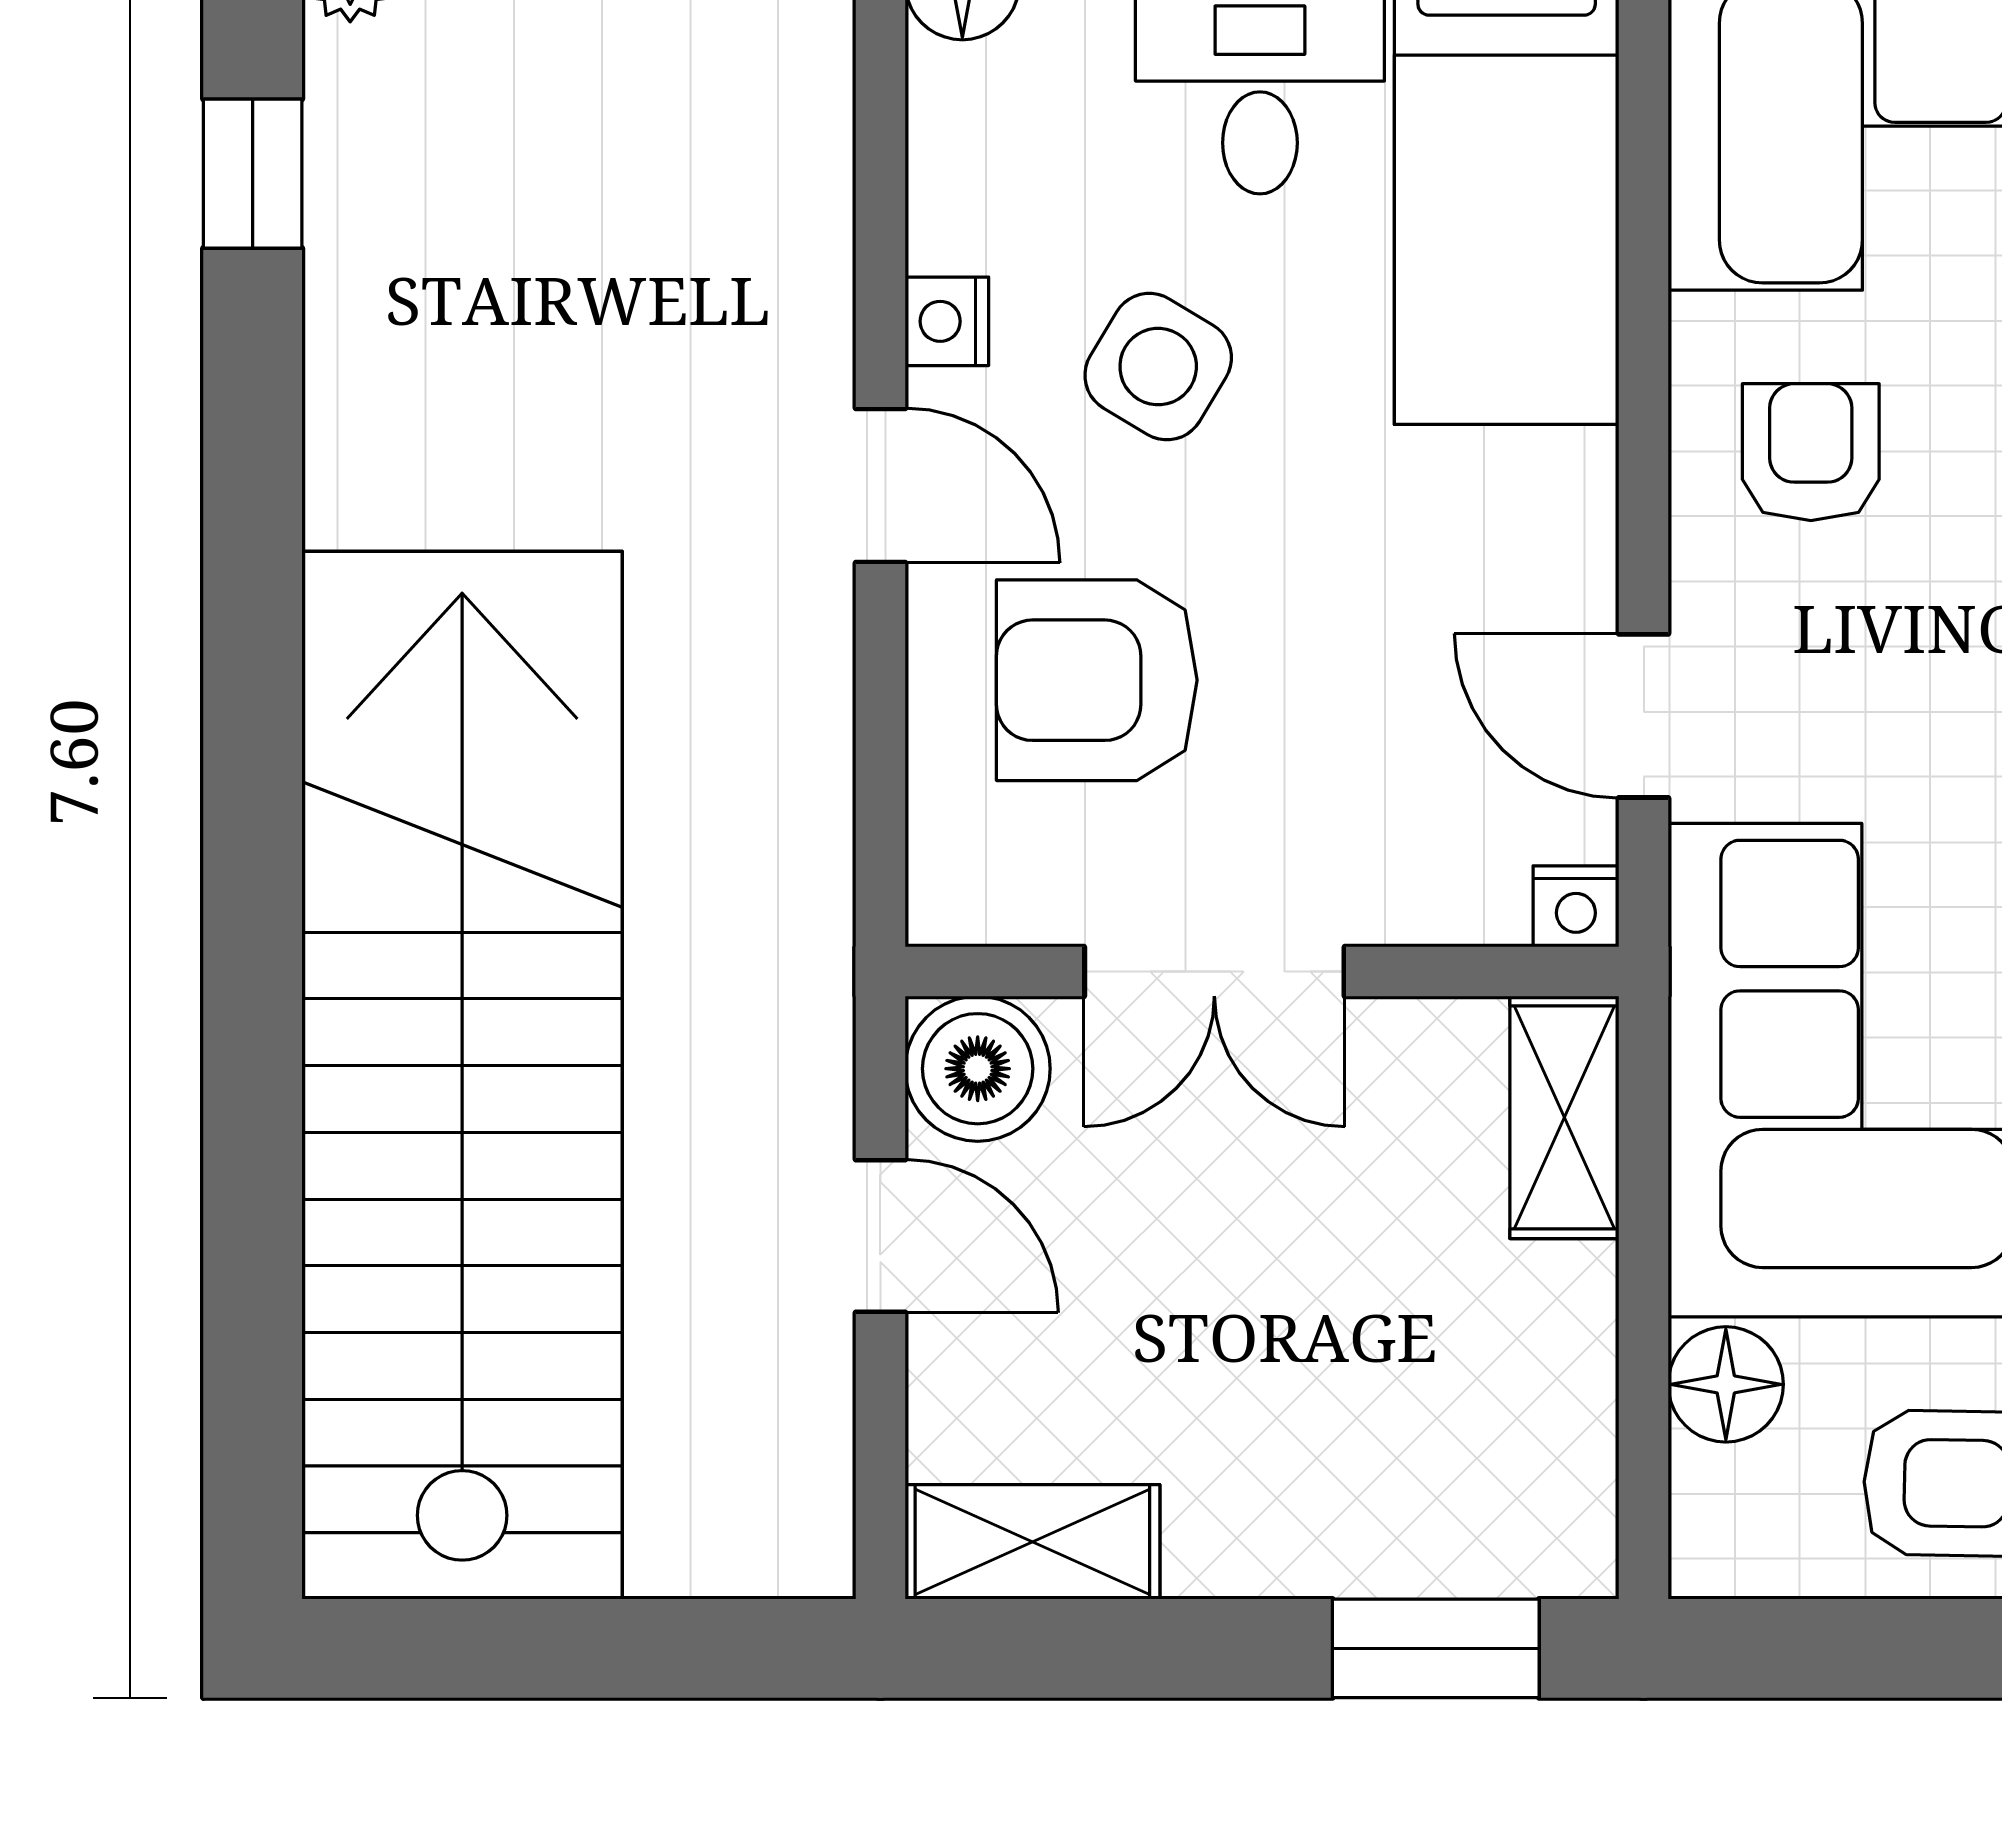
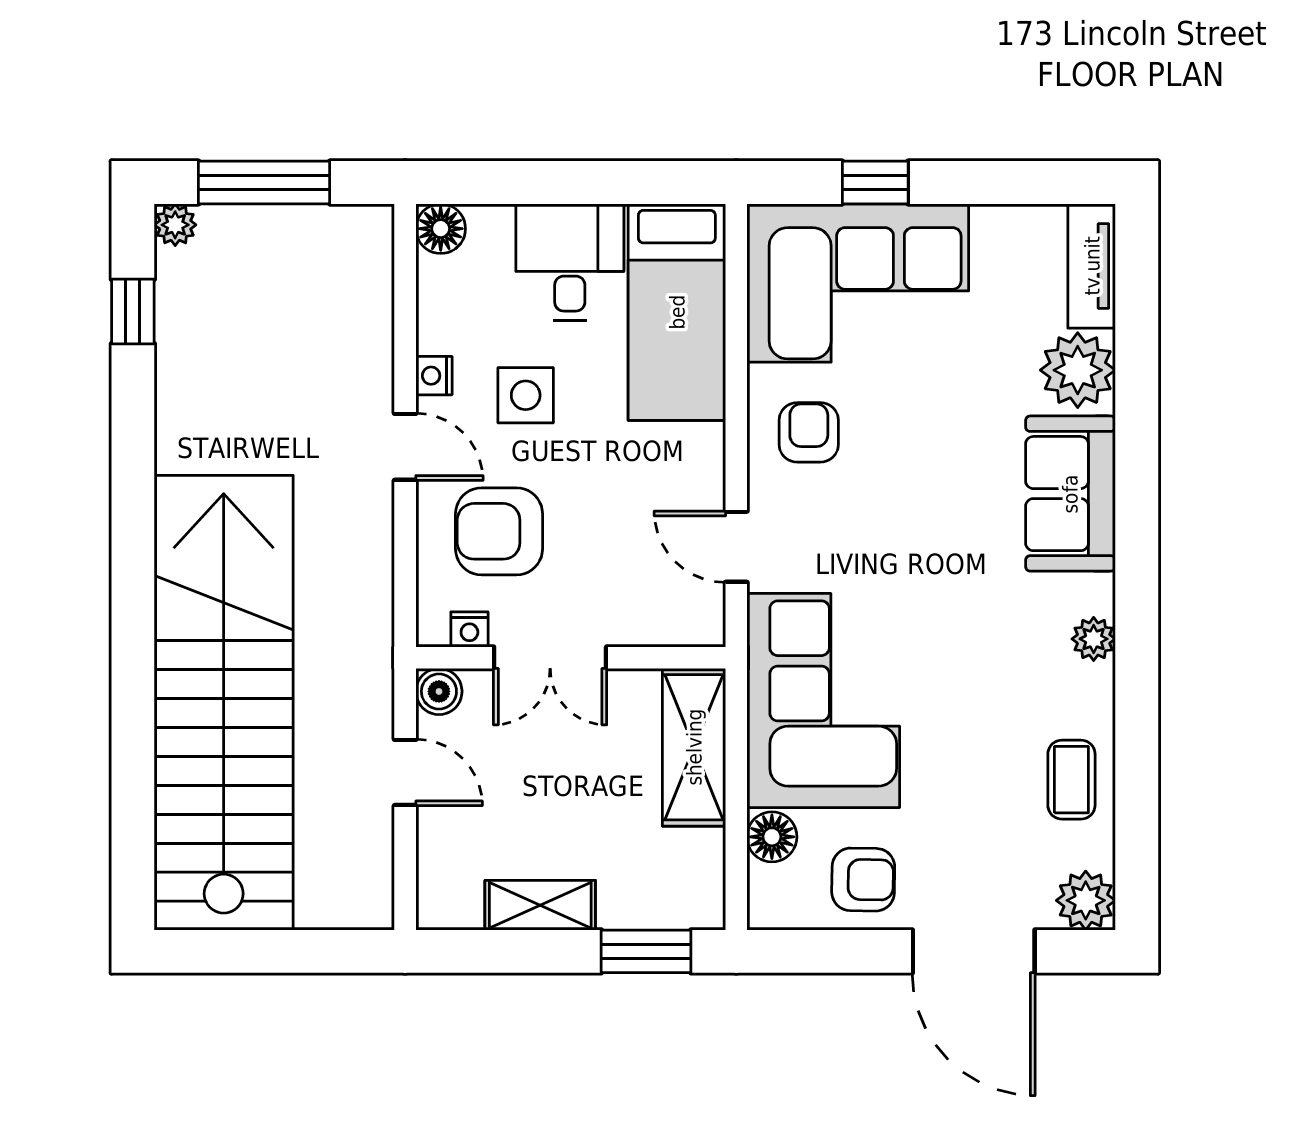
side table: (1158, 367) -> (526, 395), turned -31
nightstand: (1576, 906) -> (469, 629), moved
boiler: (978, 1069) -> (439, 691), width x0.73, depth x0.73
shelving: (1564, 1117) -> (694, 747), width x1.50, depth x1.33
shelving: (1032, 1542) -> (540, 905), moved

